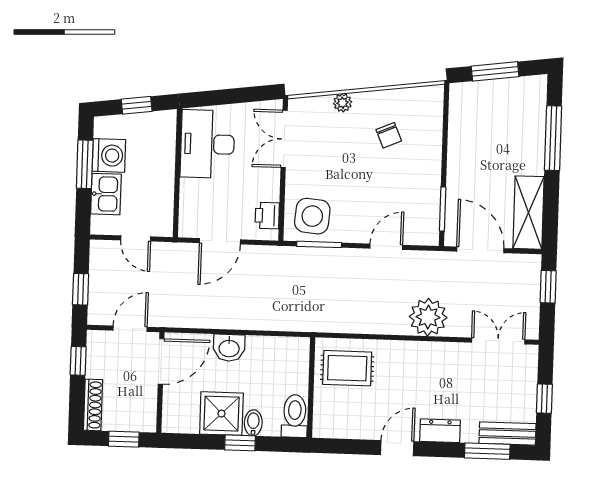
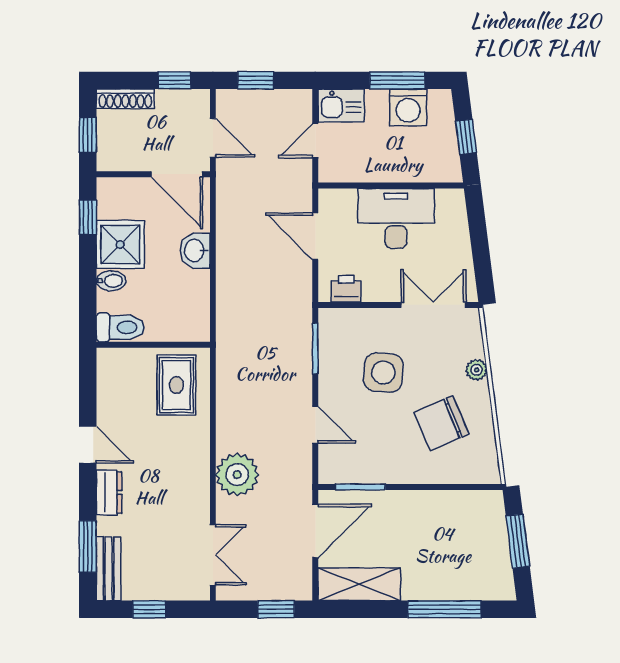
chair: (389, 135) -> (441, 423), width x1.87, depth x1.87
desk: (207, 144) -> (396, 218), moved
kitchen sink: (106, 194) -> (341, 106), moved
side table: (312, 216) -> (383, 373), moved
window: (240, 443) -> (88, 217), moved

